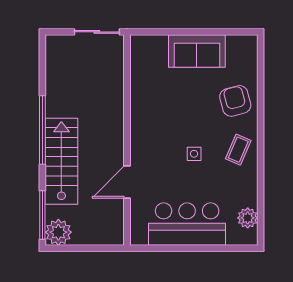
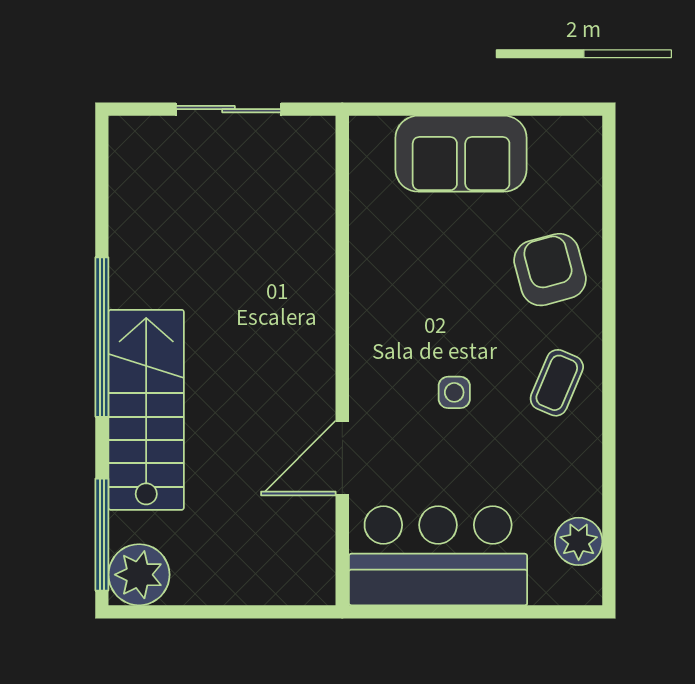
wall: (127, 140) -> (342, 360), moved
door: (127, 182) -> (342, 458), moved

